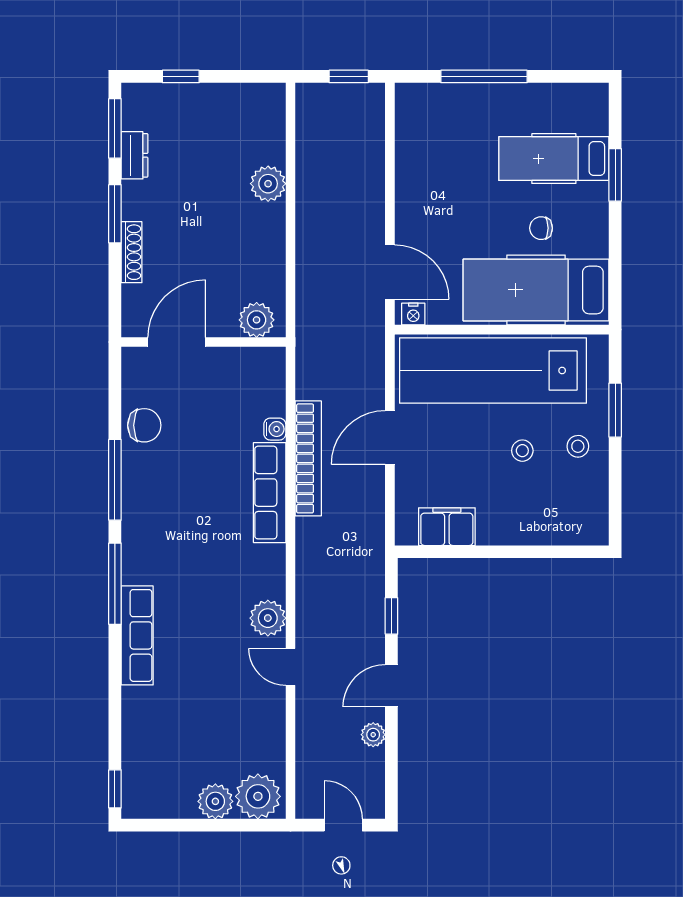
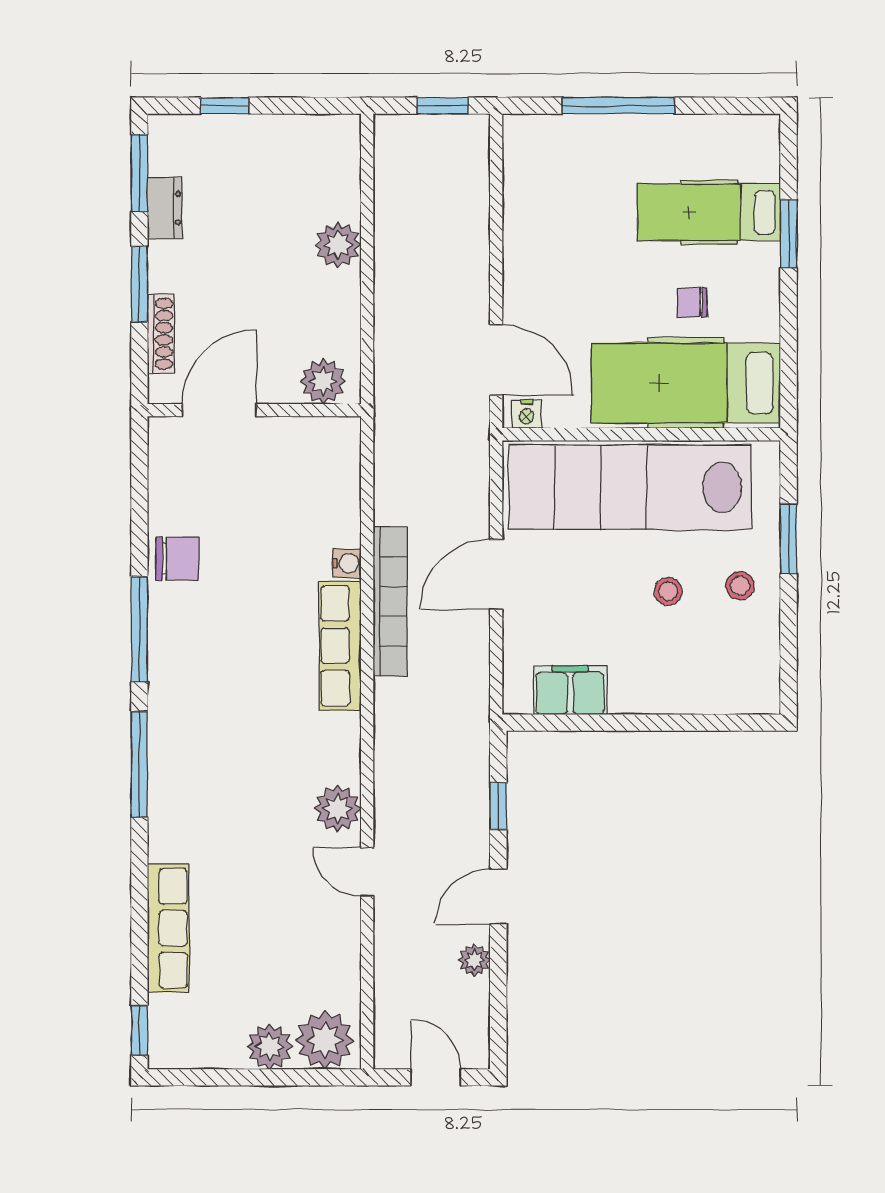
plant: (257, 320) -> (323, 381), moved
door: (177, 342) -> (219, 410), moved
wall: (204, 342) -> (254, 410), moved
row of seats: (137, 635) -> (168, 928), moved

